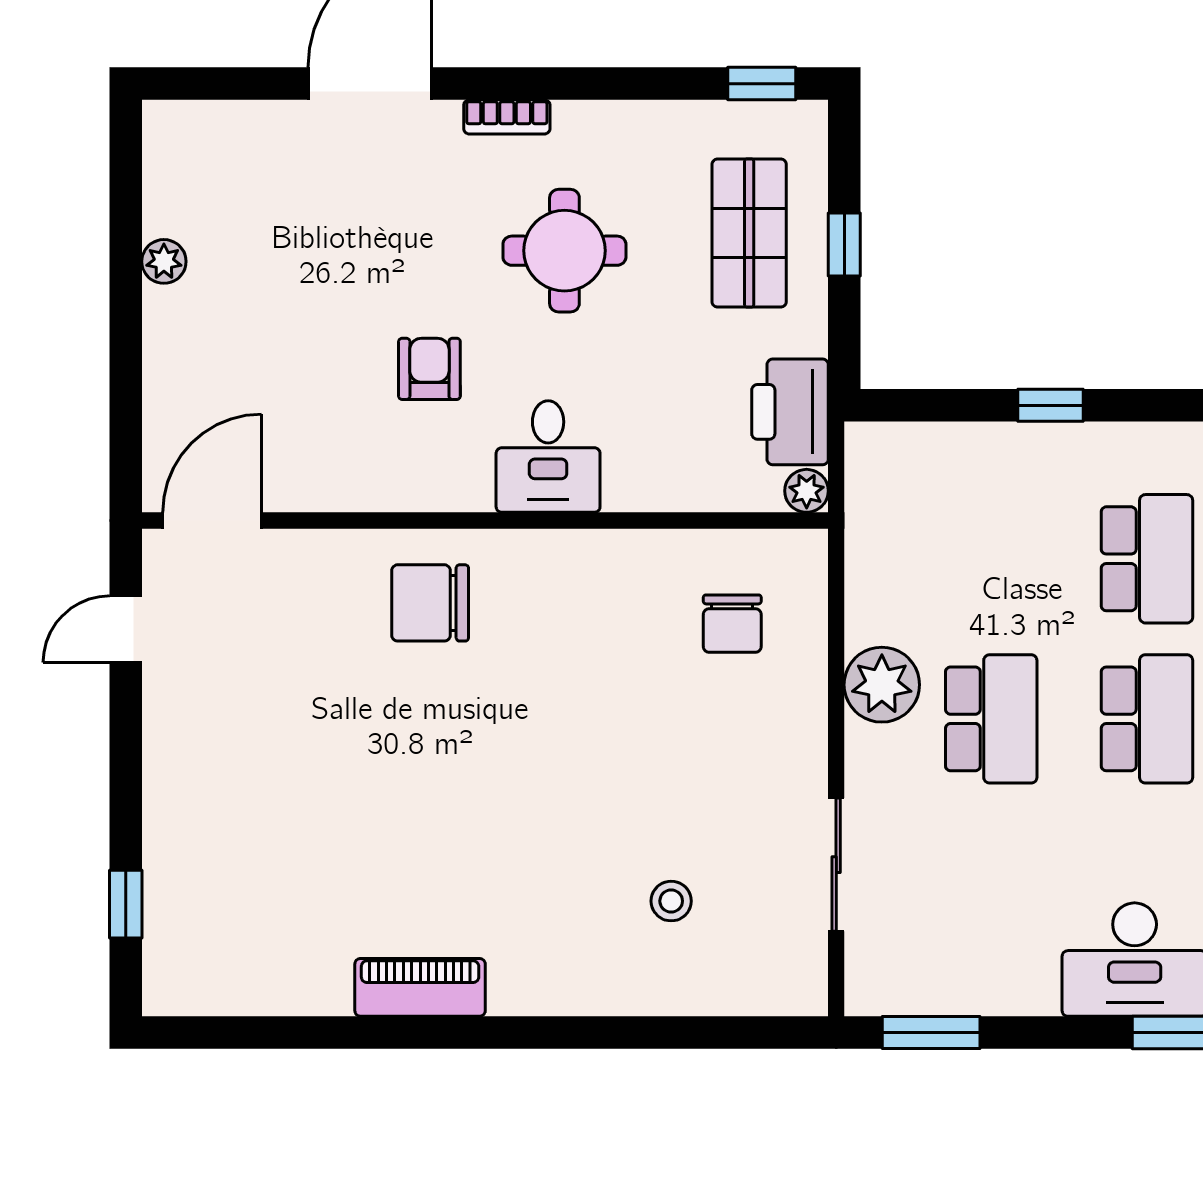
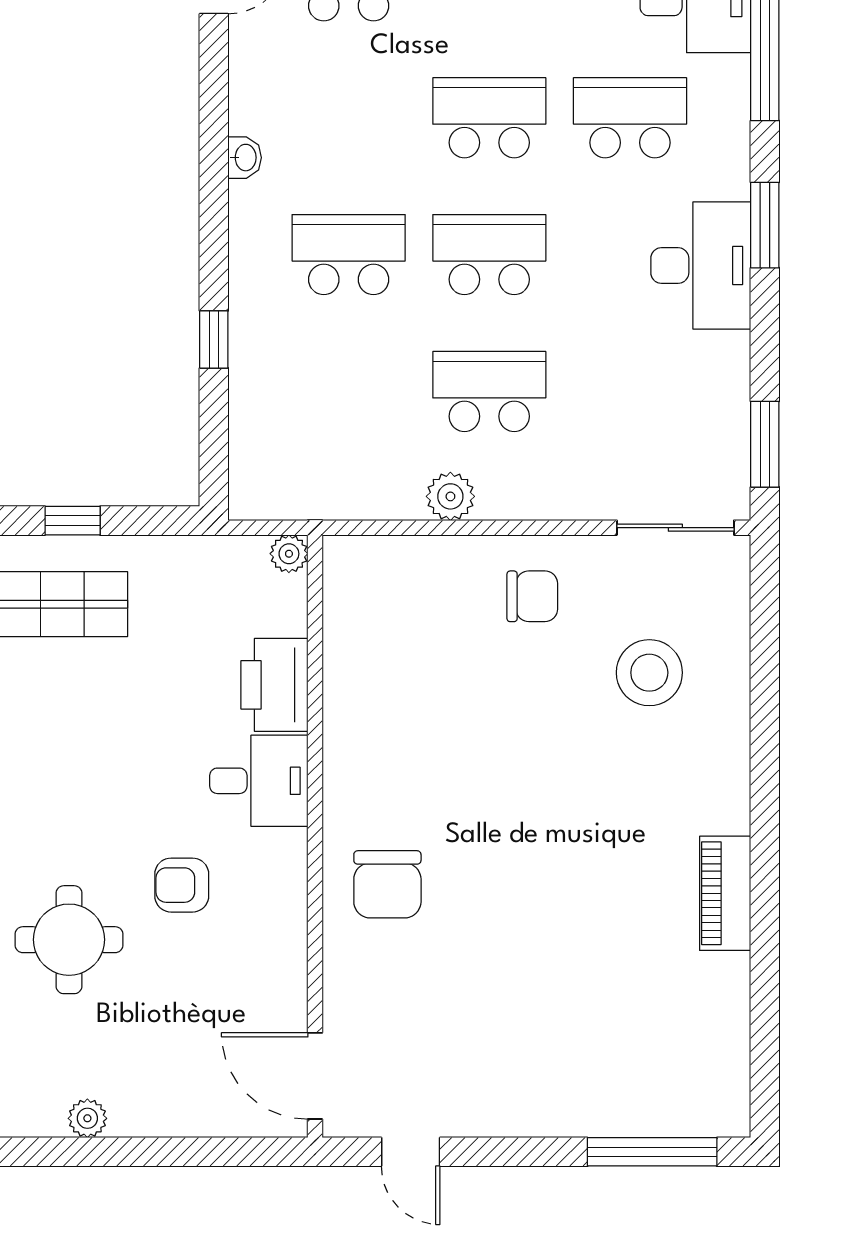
round table: (564, 251) -> (69, 940), moved
printer: (790, 412) -> (274, 685), moved, turned 90
chair: (732, 624) -> (532, 596), moved
plant: (882, 685) -> (450, 496), width x0.73, depth x0.73
sliding door: (836, 865) -> (675, 528), moved
stool: (671, 901) -> (649, 673), width x1.89, depth x1.89
window: (126, 904) -> (652, 1152), width x2.17

